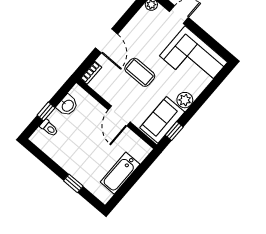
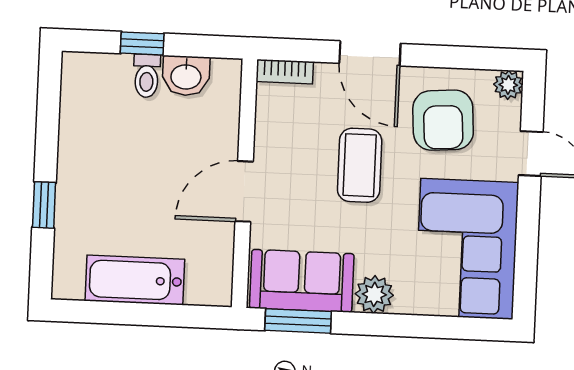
armchair: (146, 34) -> (443, 120), added
door: (106, 41) -> (370, 53), hinge flipped
toilet: (49, 128) -> (147, 76), moved
window: (174, 131) -> (298, 321), width x1.50

